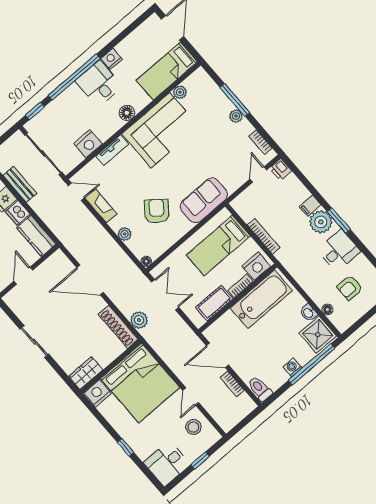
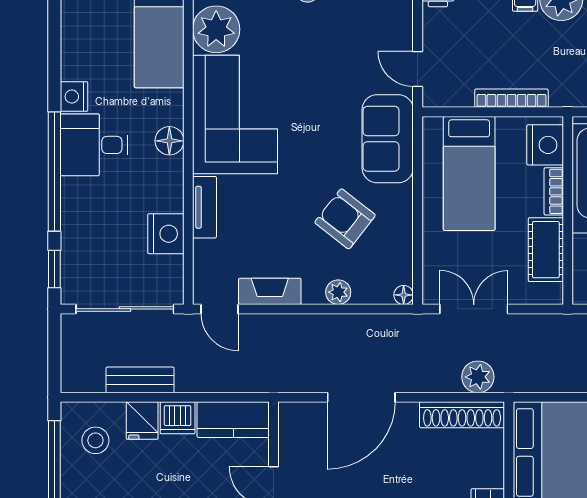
plant: (180, 92) -> (216, 29), width x1.87, depth x1.87
door: (258, 175) -> (418, 69), moved
door: (76, 192) -> (220, 309), swing flipped

